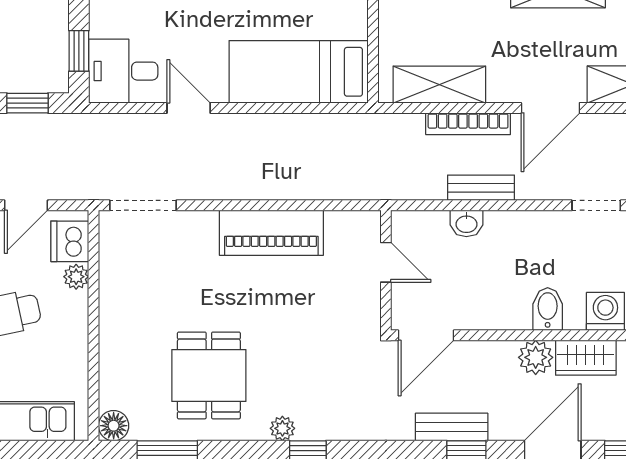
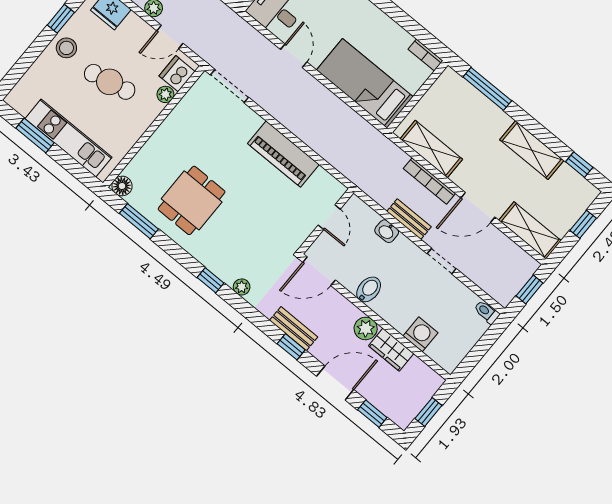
doorway: (596, 205) -> (442, 261), moved
bidet: (548, 309) -> (369, 289), moved
plant: (282, 428) -> (242, 287), moved

